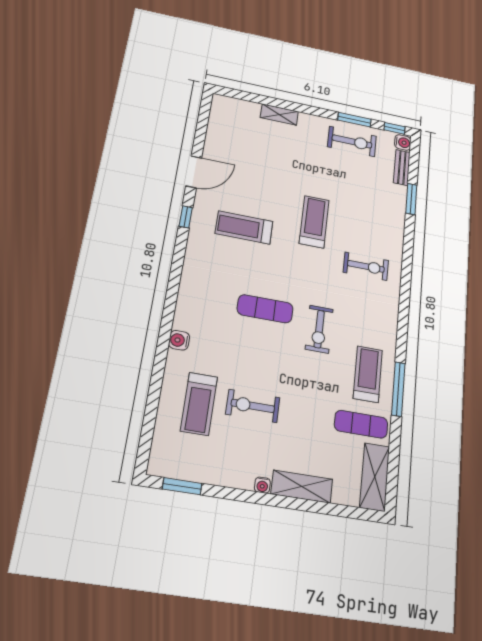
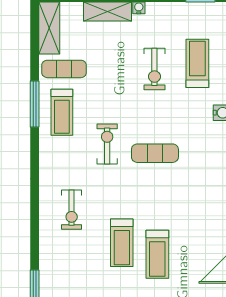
treadmill: (244, 228) -> (157, 254), moved, turned 90
exercise bike: (366, 266) -> (72, 210), turned -90
exercise bike: (253, 406) -> (154, 69), turned 90

